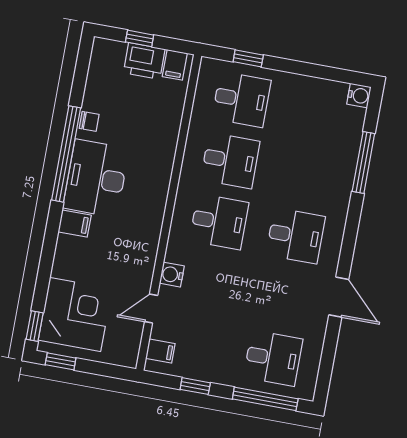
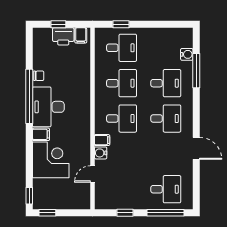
water cooler: (359, 96) -> (187, 54), moved
desk: (307, 175) -> (166, 83), added
corner desk: (75, 314) -> (51, 160), moved
filing cabinet: (160, 351) -> (102, 140), moved

